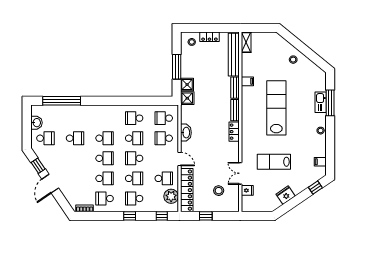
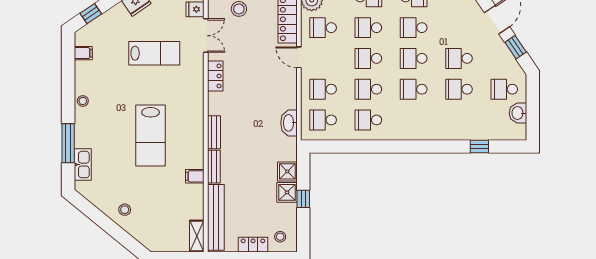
window: (177, 67) -> (303, 199), width x0.46
shower: (187, 98) -> (287, 192), moved
window: (62, 101) -> (479, 147), width x0.32
kitchen sink: (321, 102) -> (83, 165), moved
lab bench: (276, 108) -> (151, 136), width x0.73
school desk: (134, 118) -> (368, 120), turned 180
school desk: (164, 118) -> (323, 120), turned 180
locker: (234, 132) -> (215, 76), moved
washbasin: (186, 133) -> (289, 123), moved
school desk: (164, 138) -> (323, 89), turned 180
school desk: (75, 158) -> (459, 58), added
school desk: (134, 158) -> (368, 58), turned 180

